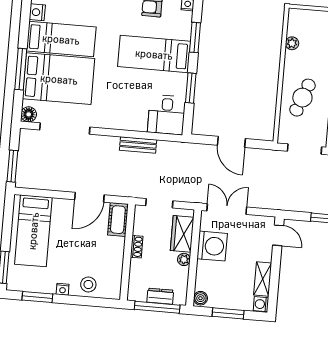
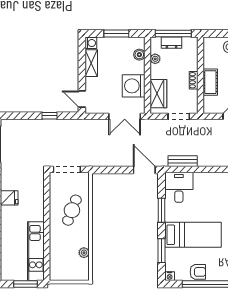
door: (231, 142) -> (144, 170), moved
bench: (138, 145) -> (183, 161), moved
cot: (118, 220) -> (210, 82), moved
plant: (184, 259) -> (155, 59), moved
boiler: (200, 298) -> (139, 55), moved

